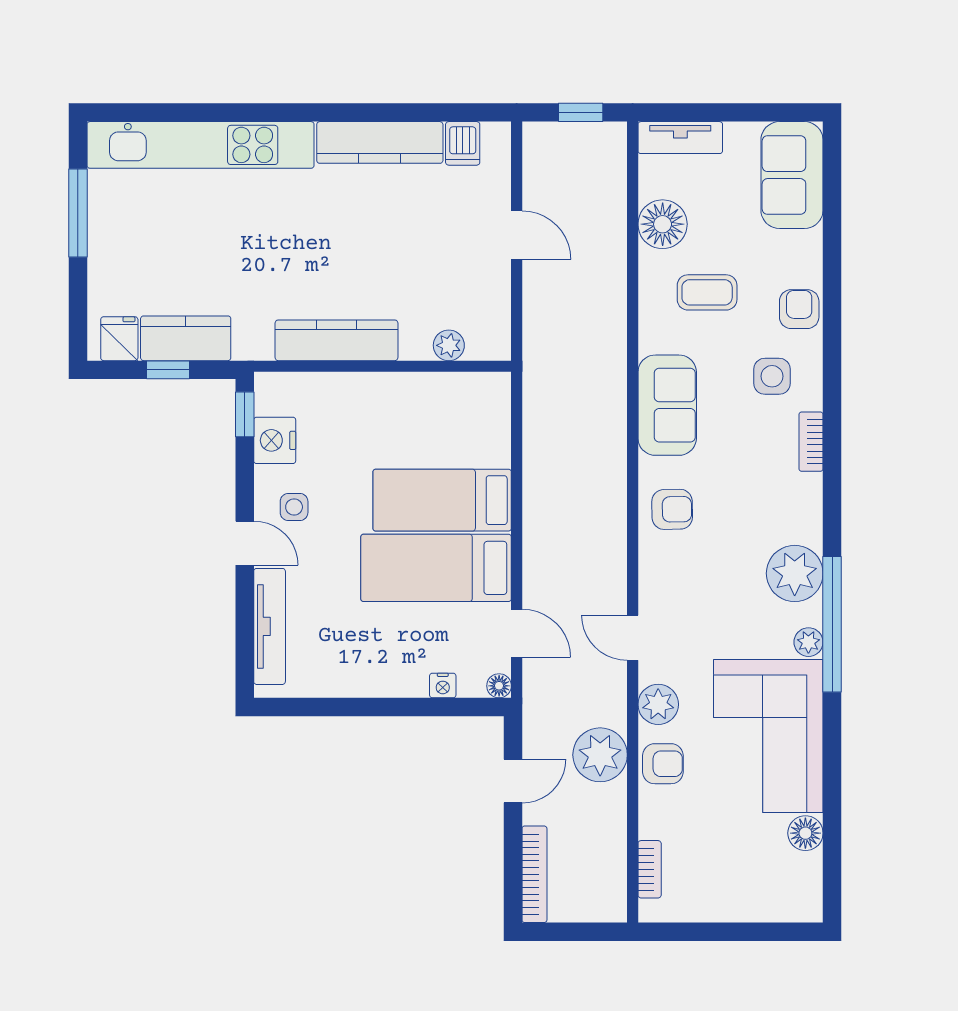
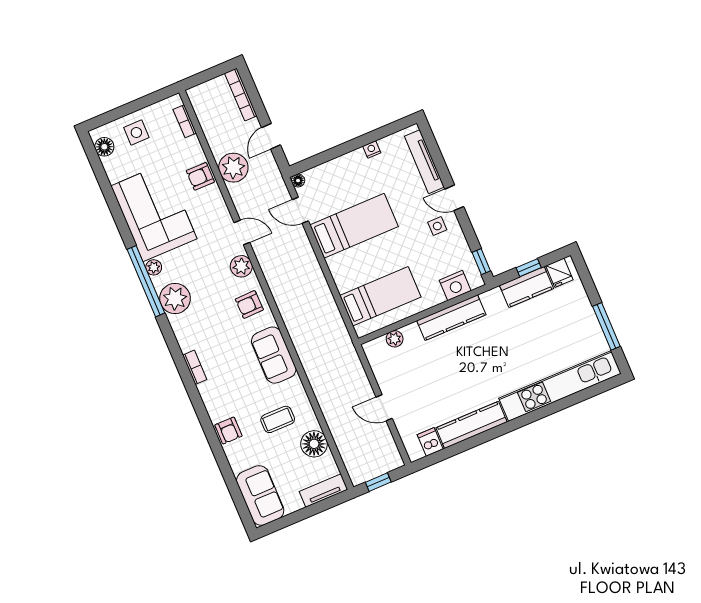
side table: (772, 376) -> (136, 132), moved
nightstand: (275, 440) -> (455, 285), moved, turned 90
bed: (442, 500) -> (380, 296), moved
nightstand: (443, 685) -> (372, 149), moved
plant: (658, 704) -> (241, 266), moved
floor lamp: (805, 833) -> (104, 147), moved

